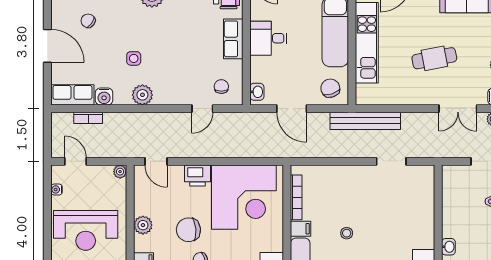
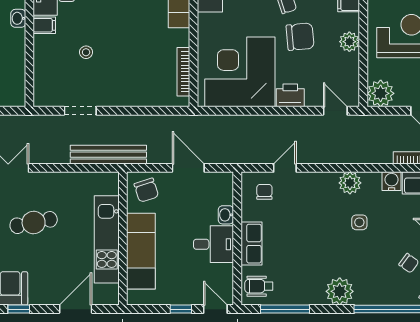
chair: (221, 87) -> (264, 192), turned 180
washbasin: (257, 92) -> (226, 215), moved
plant: (120, 172) -> (381, 93), width x1.88, depth x1.88
filing cabinet: (301, 229) -> (44, 25), moved, turned 180
stool: (347, 233) -> (86, 52), moved

